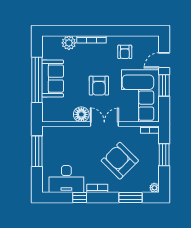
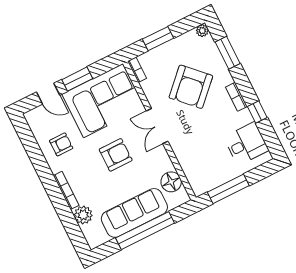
sofa: (53, 79) -> (134, 213), width x1.36
floor lamp: (81, 114) -> (171, 182), moved
desk: (66, 179) -> (246, 144), width x0.73

